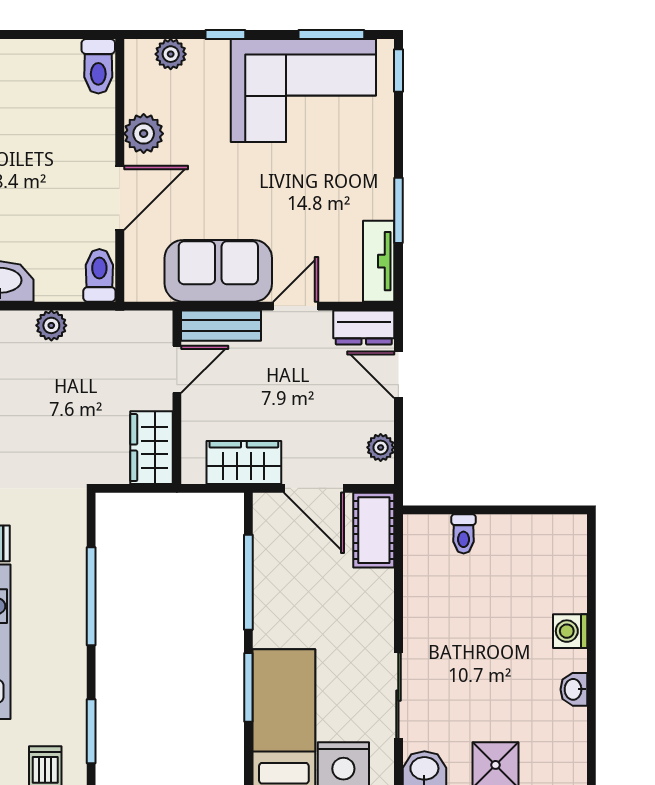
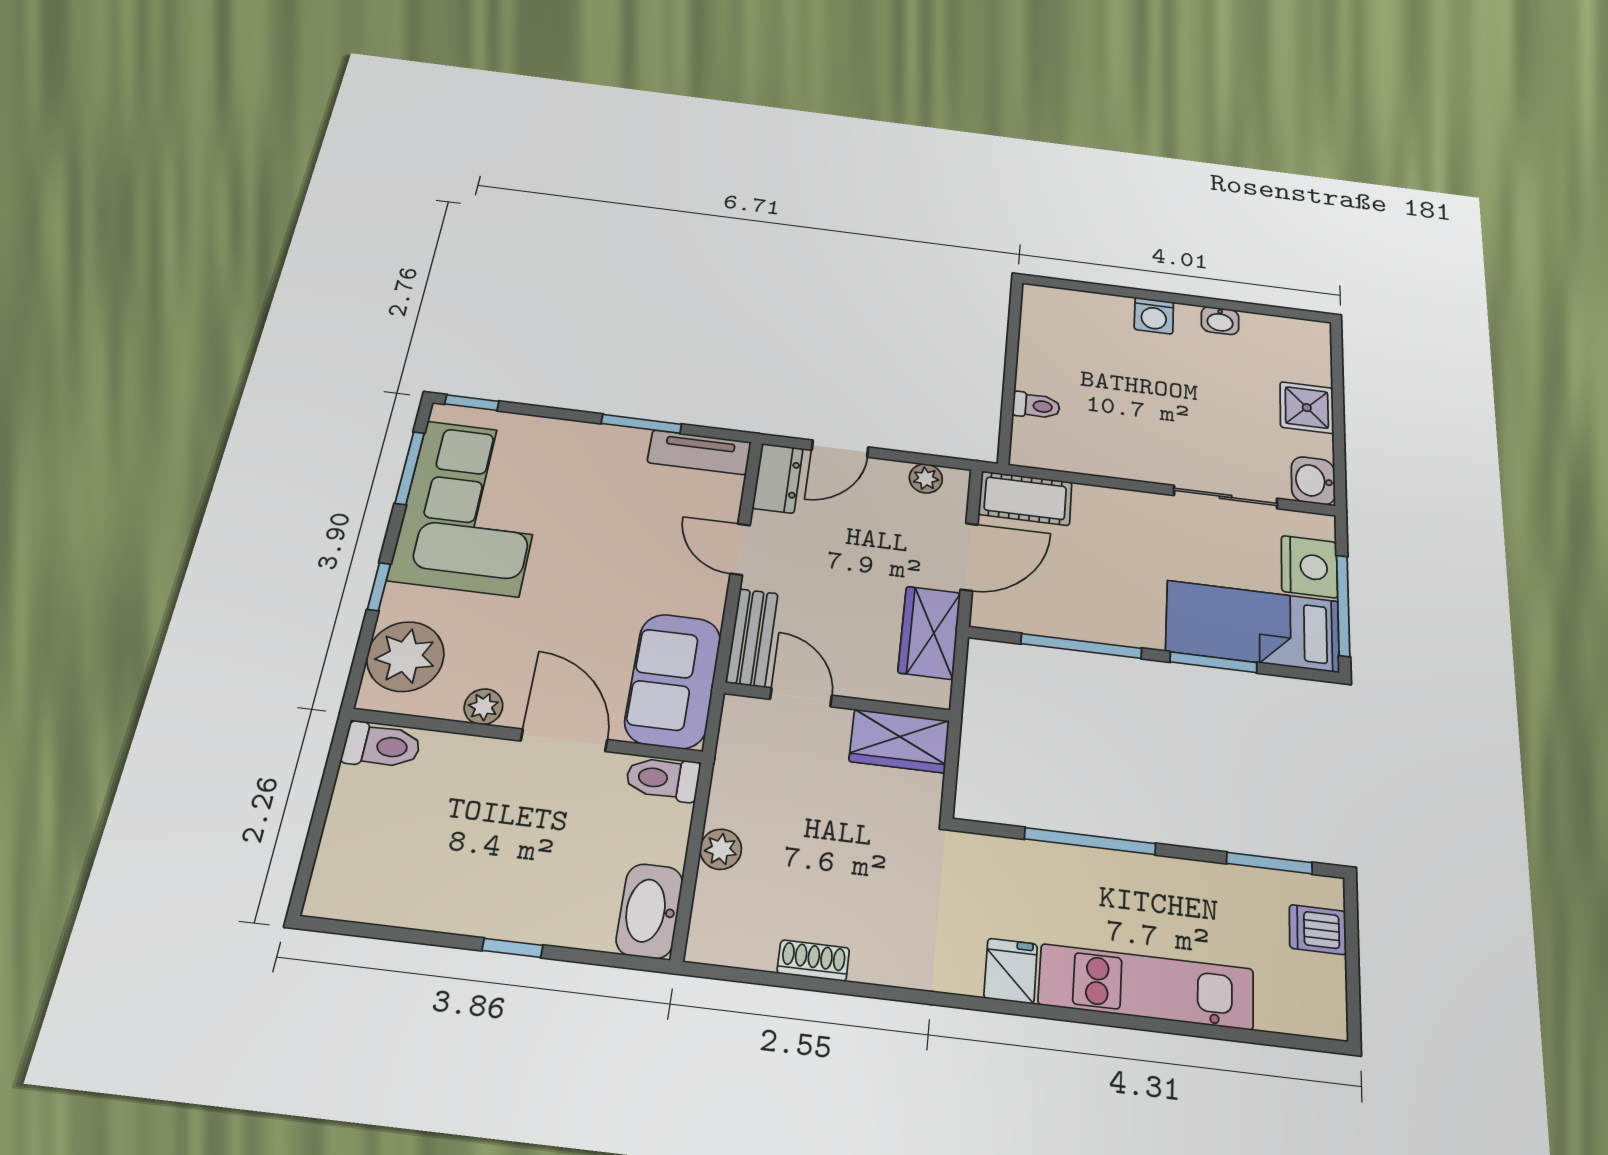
plant: (171, 54) -> (405, 656), width x1.87, depth x1.87
plant: (144, 134) -> (483, 707), width x0.73, depth x0.73
sofa: (218, 271) -> (673, 681), moved

